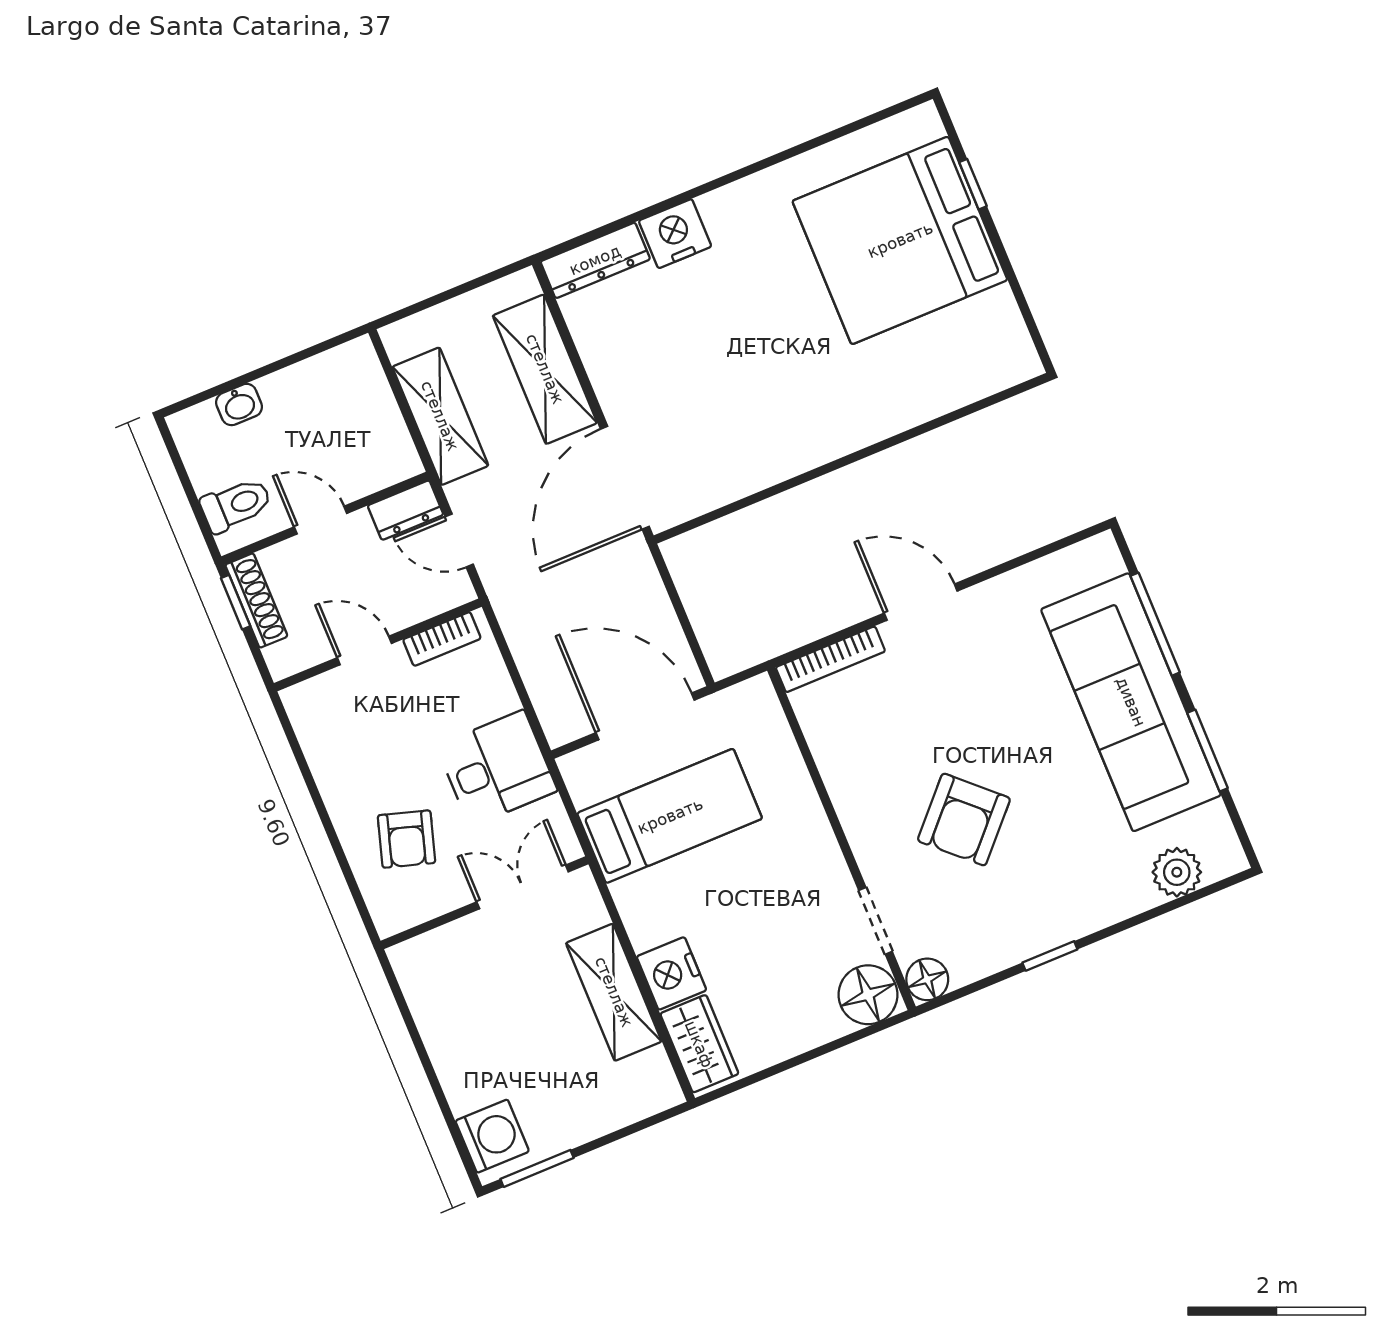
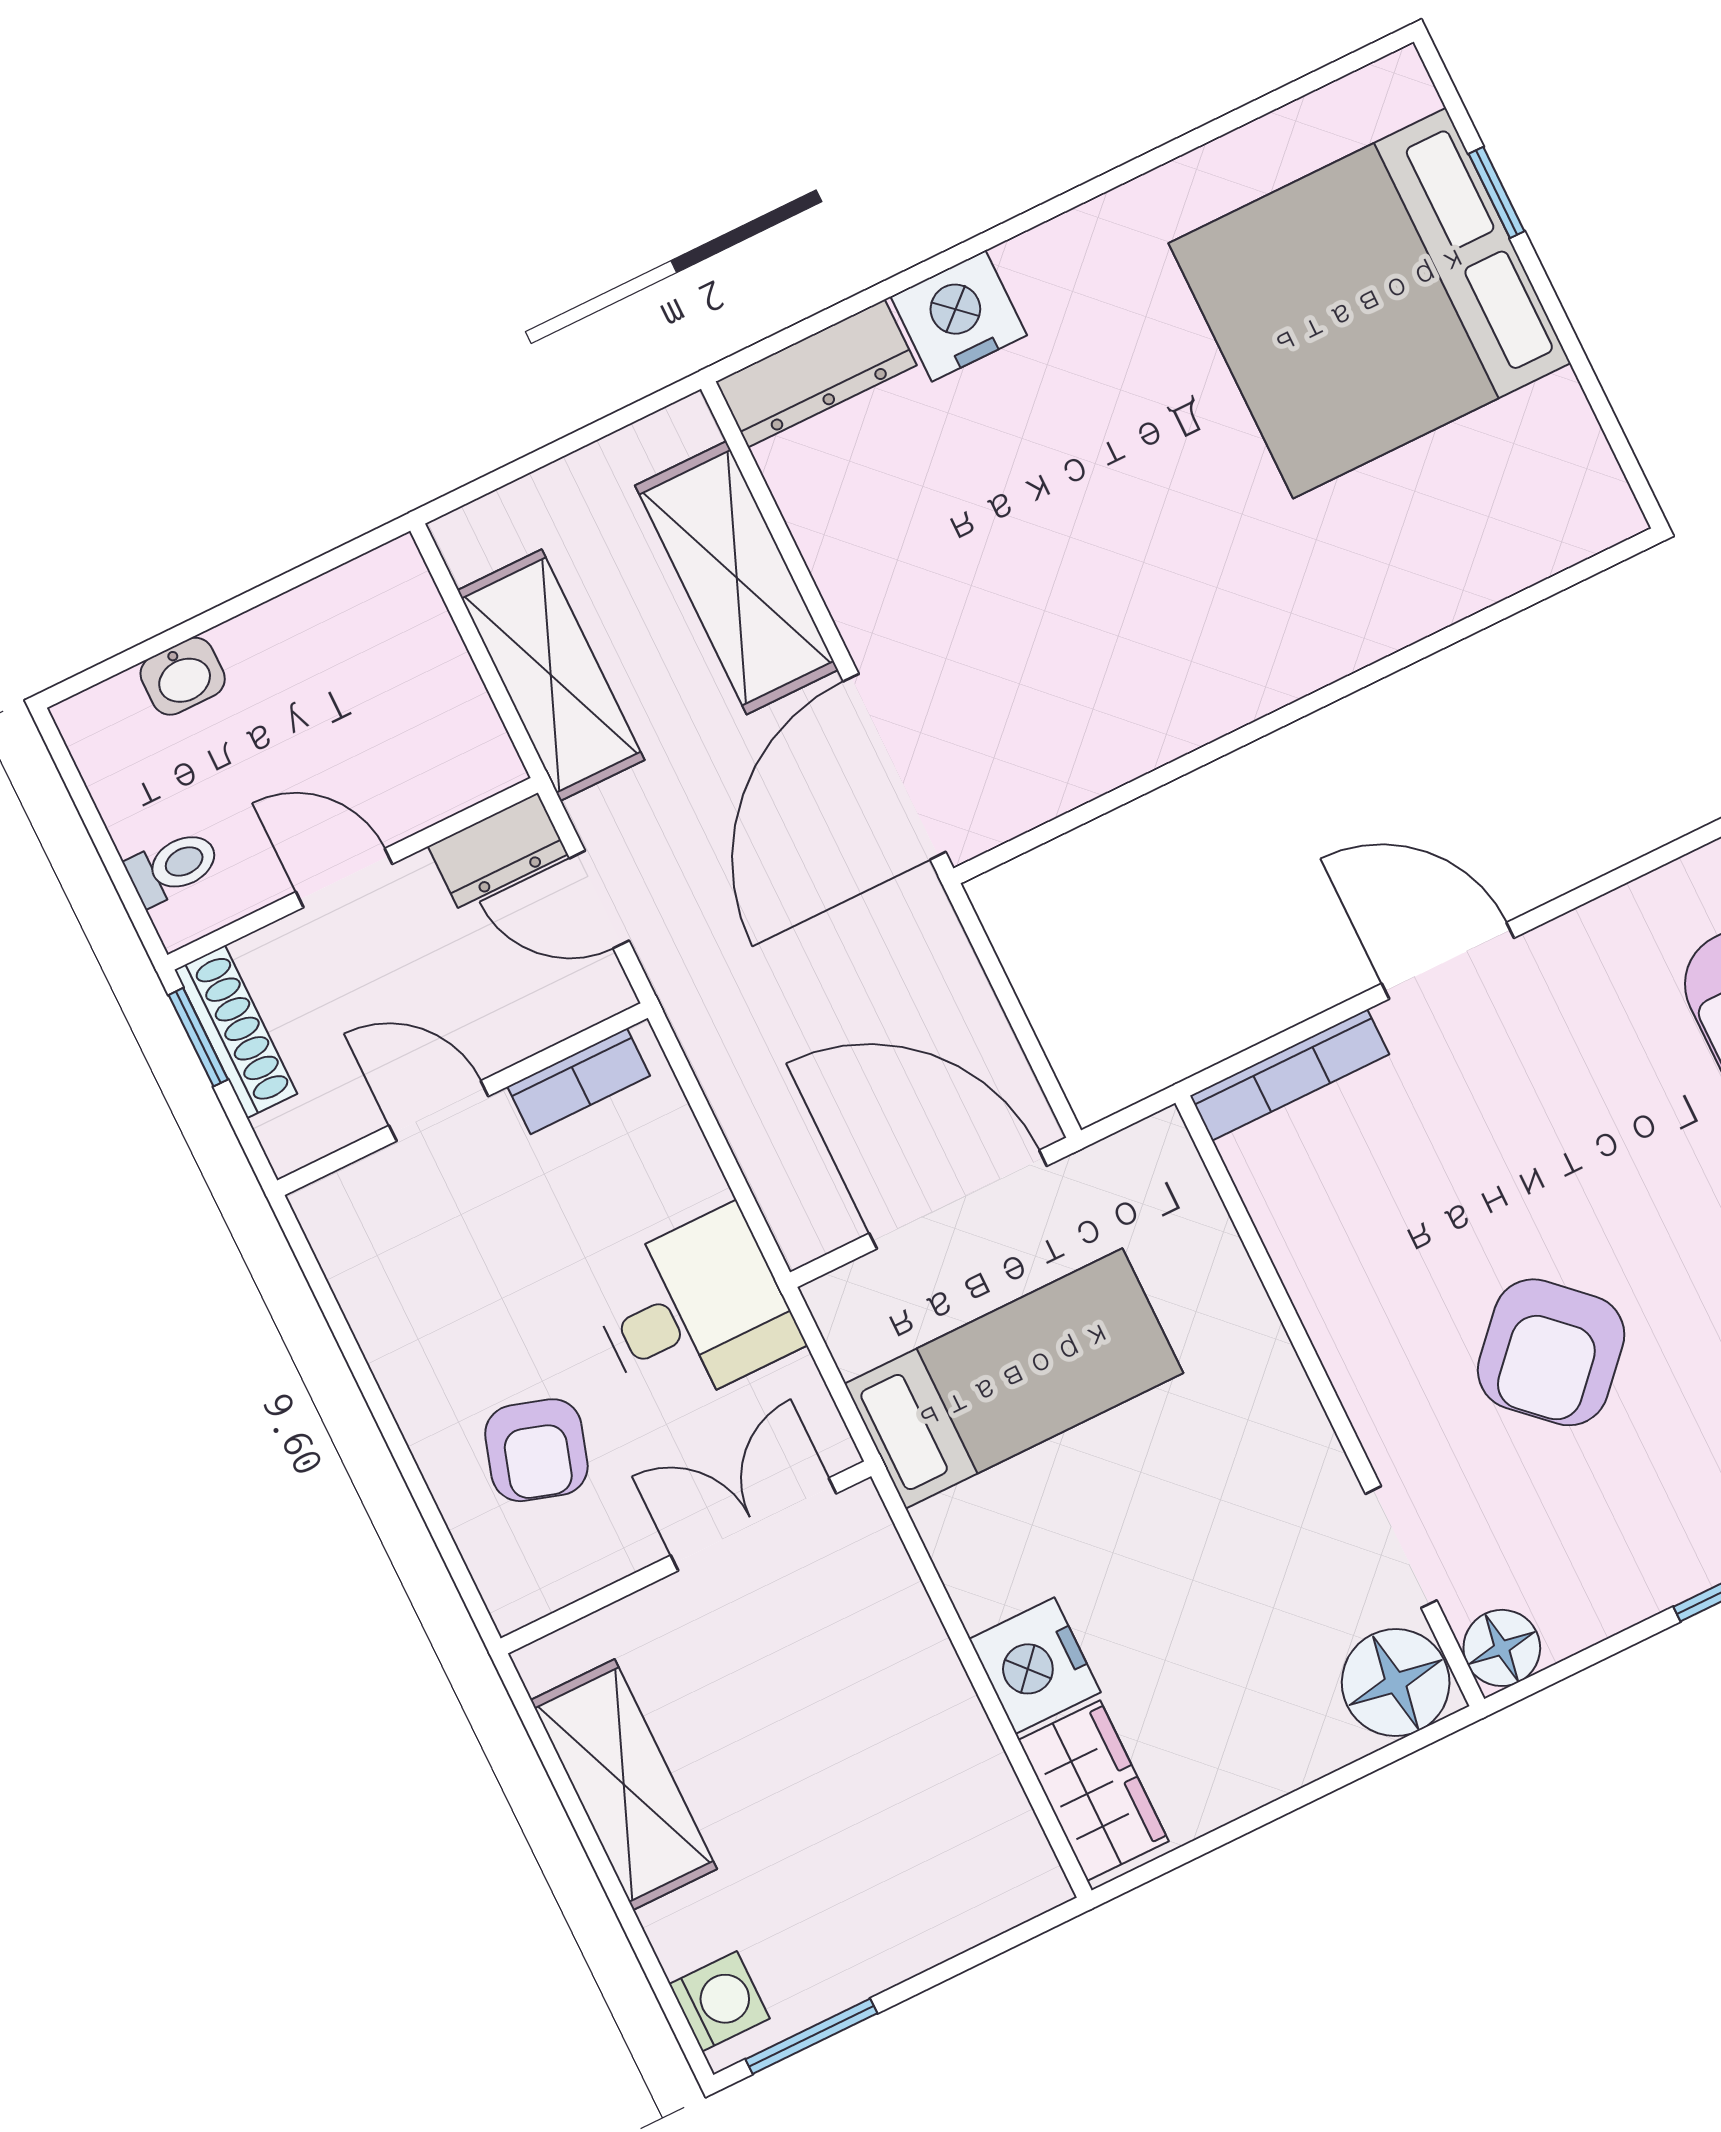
toilet: (236, 505) -> (173, 867), width x0.73, depth x0.72
shelving: (614, 992) -> (624, 1785), moved
washing machine: (492, 1136) -> (719, 2001), width x0.73, depth x0.73

